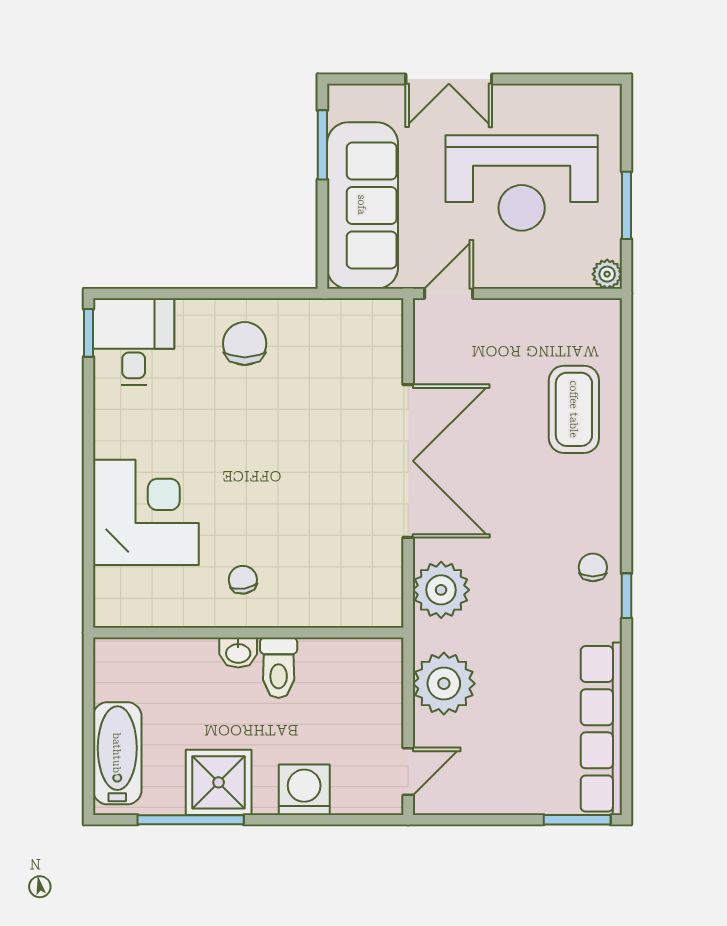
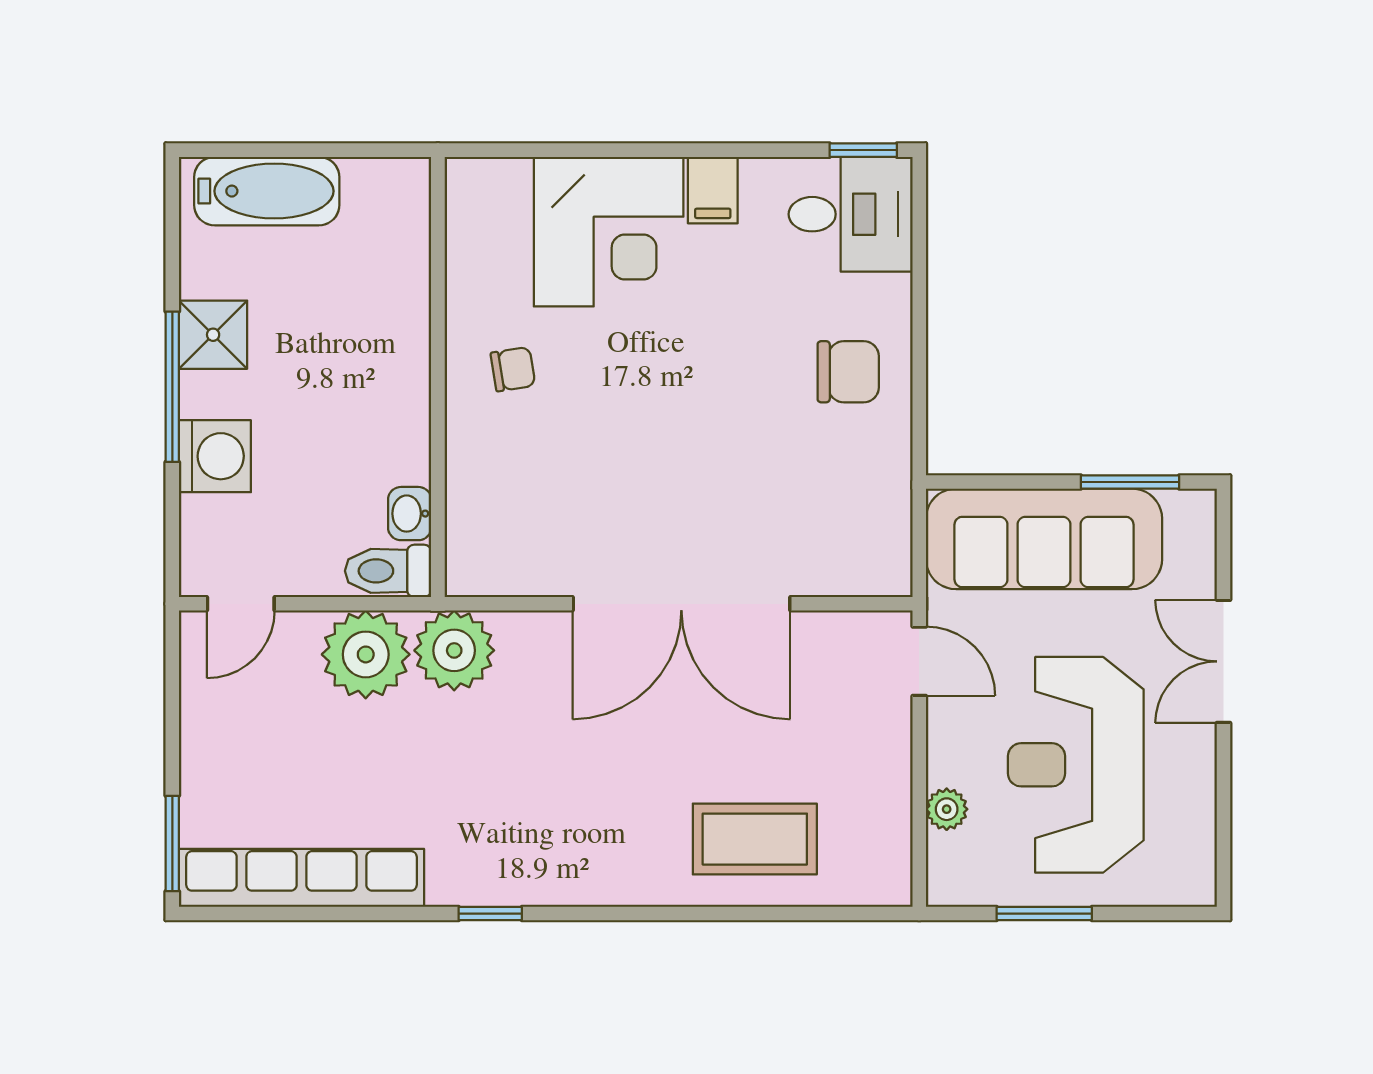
plant: (607, 274) -> (947, 809), moved
filing cabinet: (117, 439) -> (713, 190), added
chair: (593, 567) -> (531, 866), removed
plant: (441, 590) -> (454, 650), moved
washbasin: (238, 653) -> (410, 514), moved
toilet: (279, 668) -> (388, 571), moved
door: (408, 772) -> (241, 604), hinge flipped
shower: (219, 782) -> (213, 335), width x0.73, depth x0.73
window: (191, 820) -> (172, 387), moved

